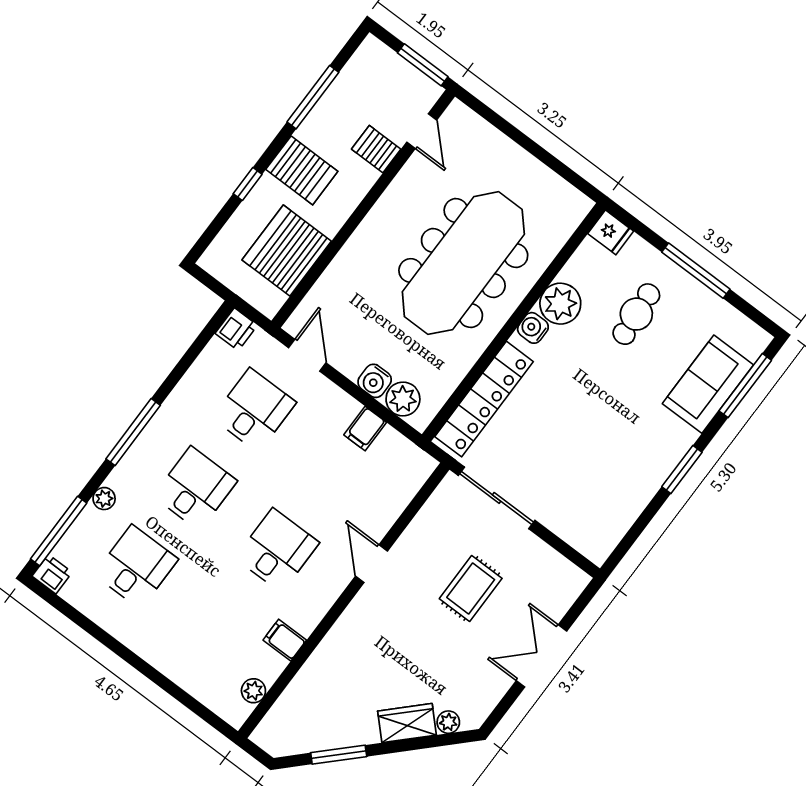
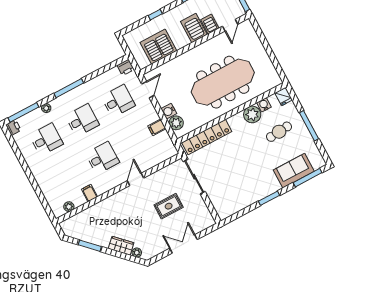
server rack: (302, 170) -> (194, 28), moved, turned 180
water cooler: (533, 328) -> (264, 105), moved

